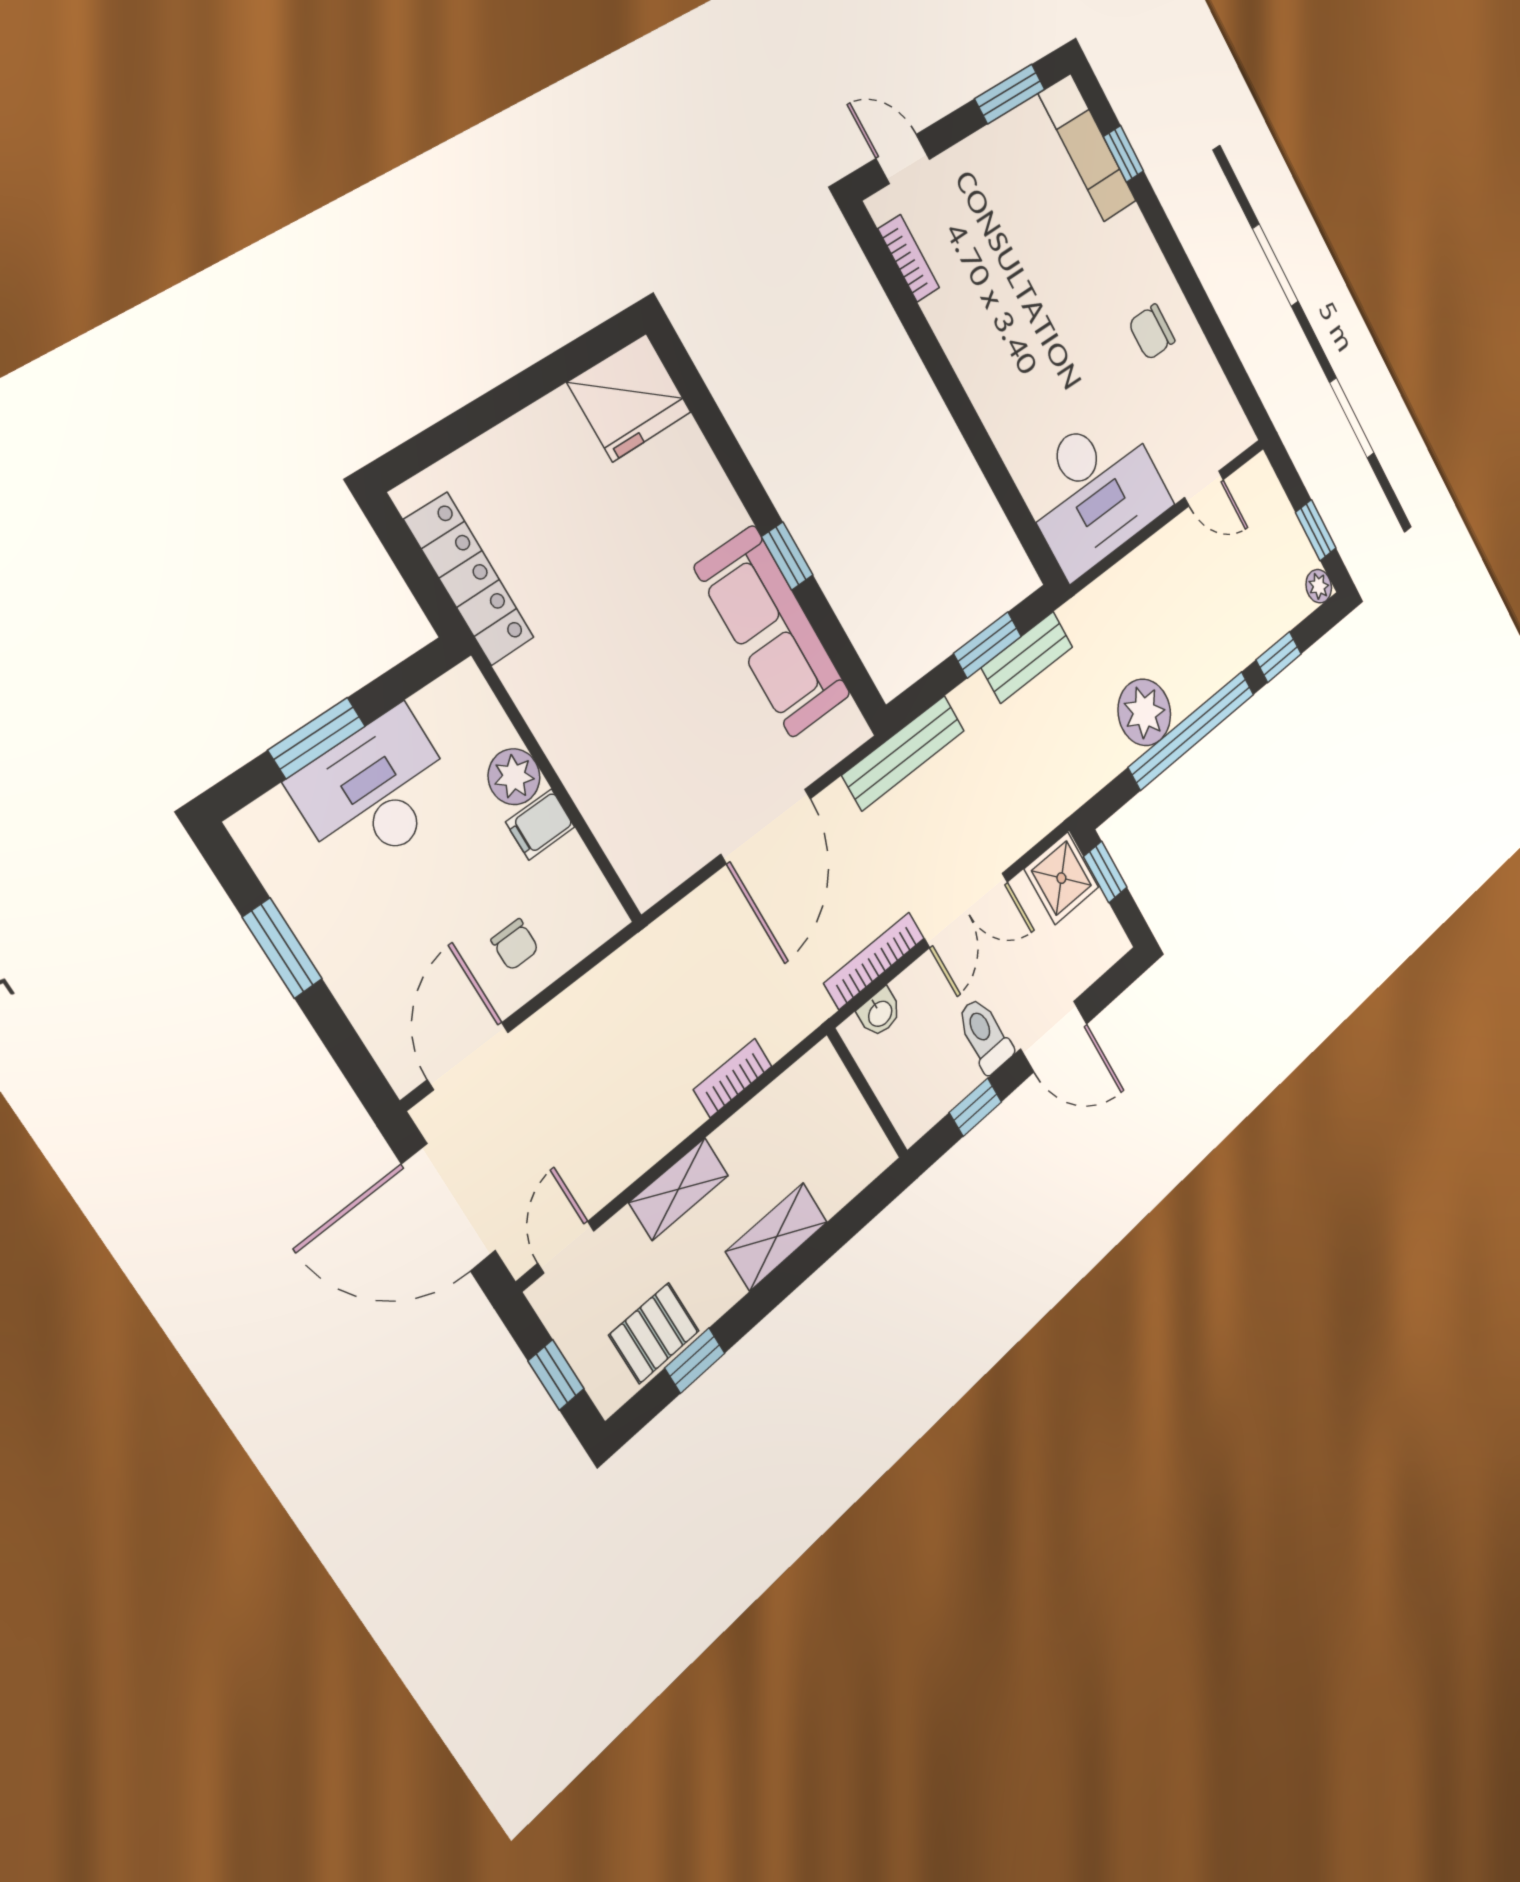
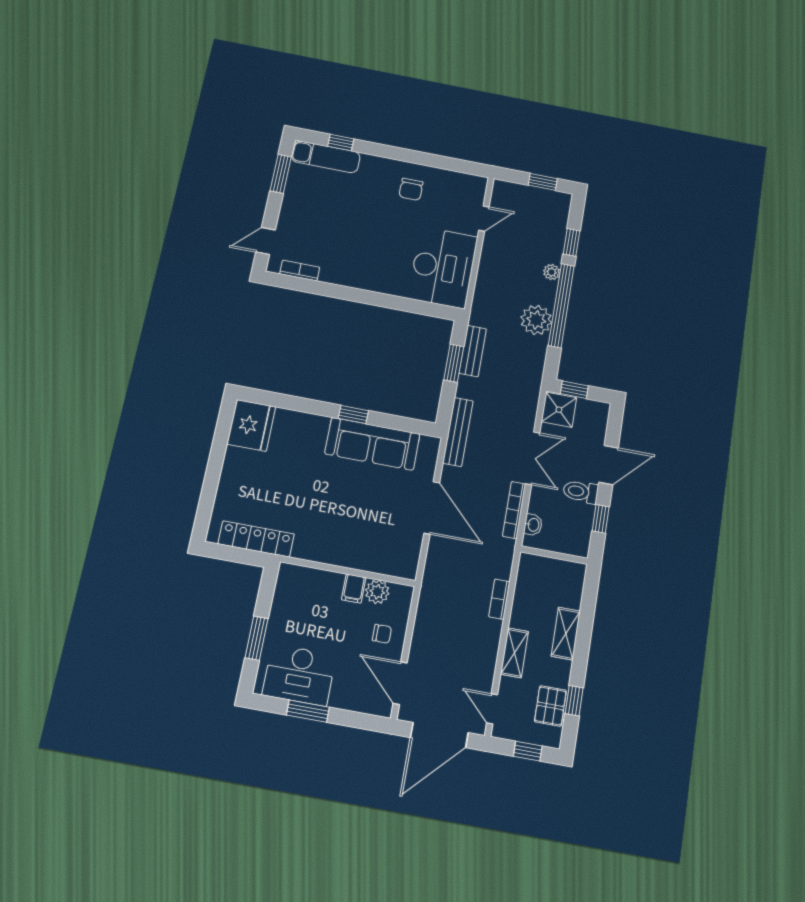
plant: (1319, 586) -> (552, 272), moved
plant: (514, 777) -> (377, 592), moved
desk: (376, 791) -> (299, 675), moved, turned -90

